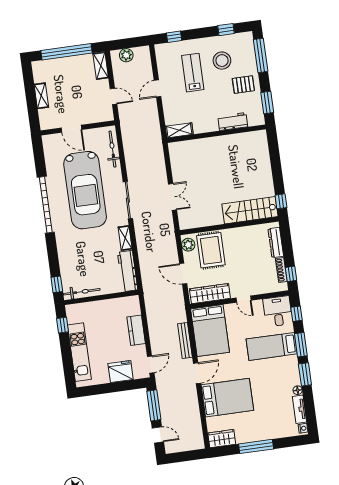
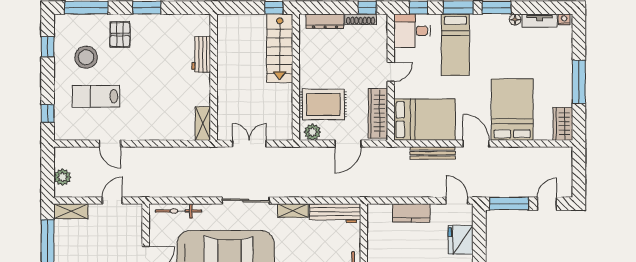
workbench: (233, 122) -> (201, 54), moved
shelving: (179, 130) -> (203, 123), moved
wall: (216, 134) -> (214, 77), moved

